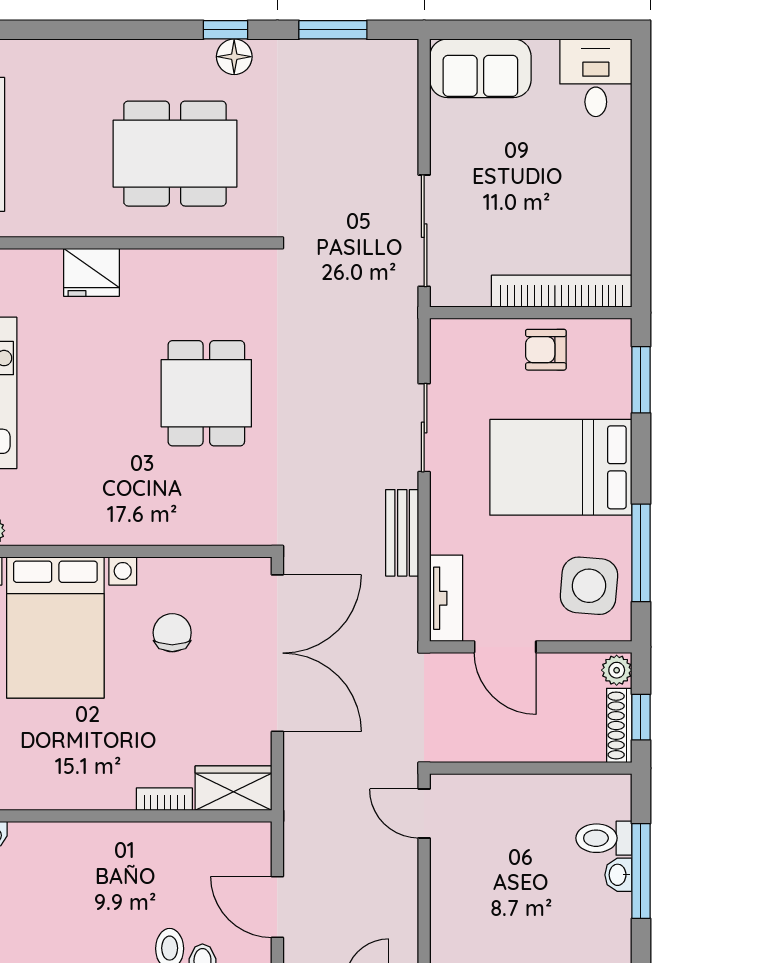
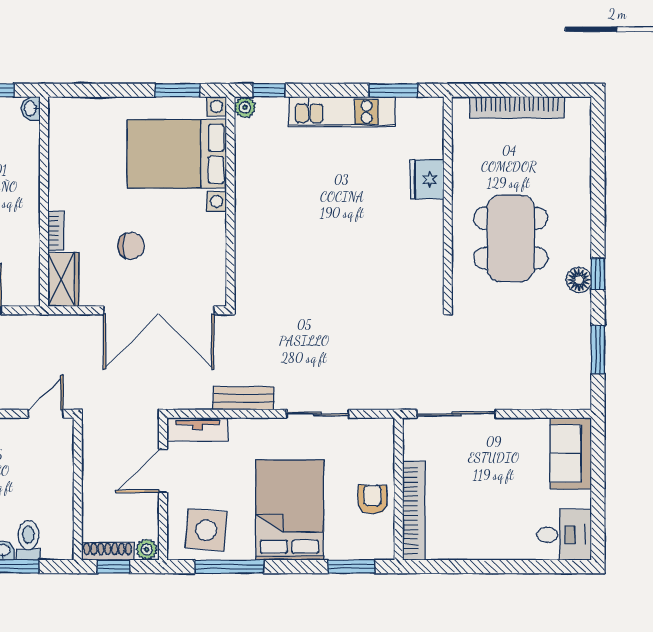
dining table: (206, 393) -> (342, 260), removed
chair: (172, 633) -> (131, 246), moved

